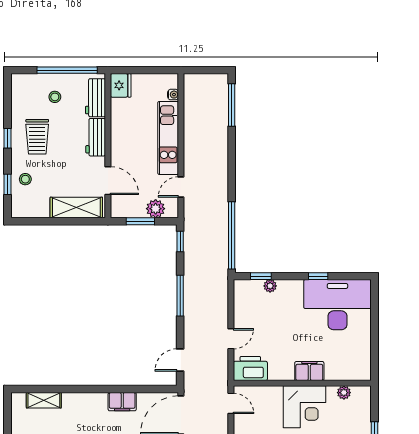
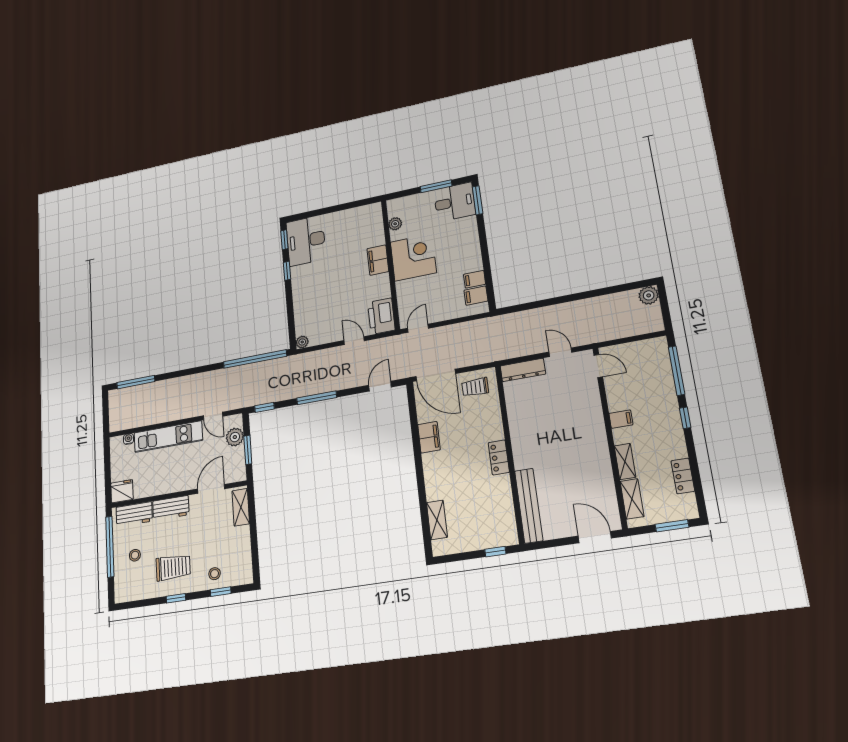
shelving: (76, 208) -> (241, 507), width x0.67, depth x0.75
window: (261, 276) -> (284, 240), moved
plant: (270, 286) -> (302, 342), moved
desk: (337, 305) -> (306, 241), width x0.73, depth x0.77
door: (180, 360) -> (380, 386), swing flipped

